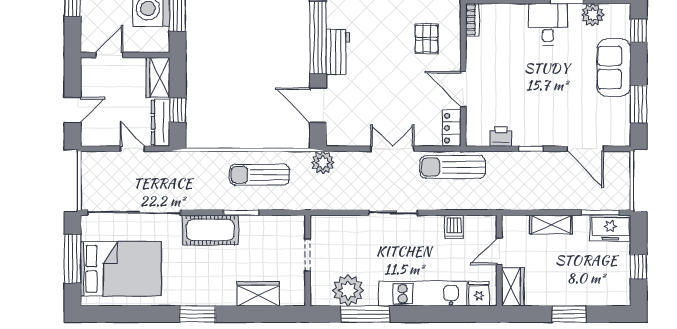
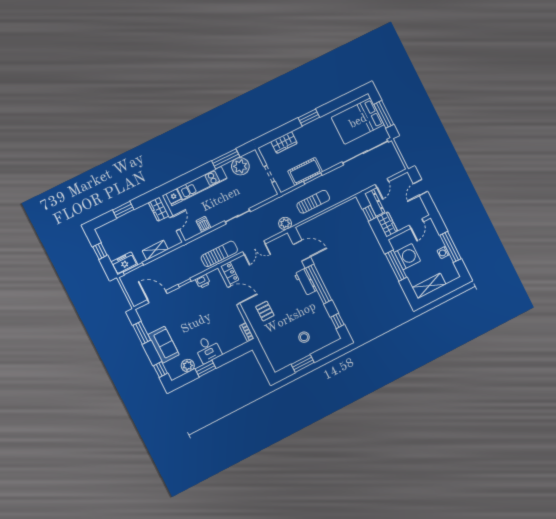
door: (132, 149) -> (382, 183), hinge flipped
cot: (210, 230) -> (305, 171), moved

